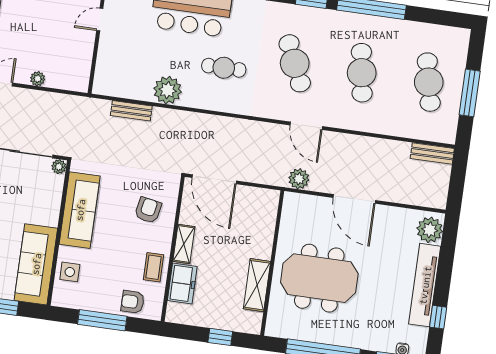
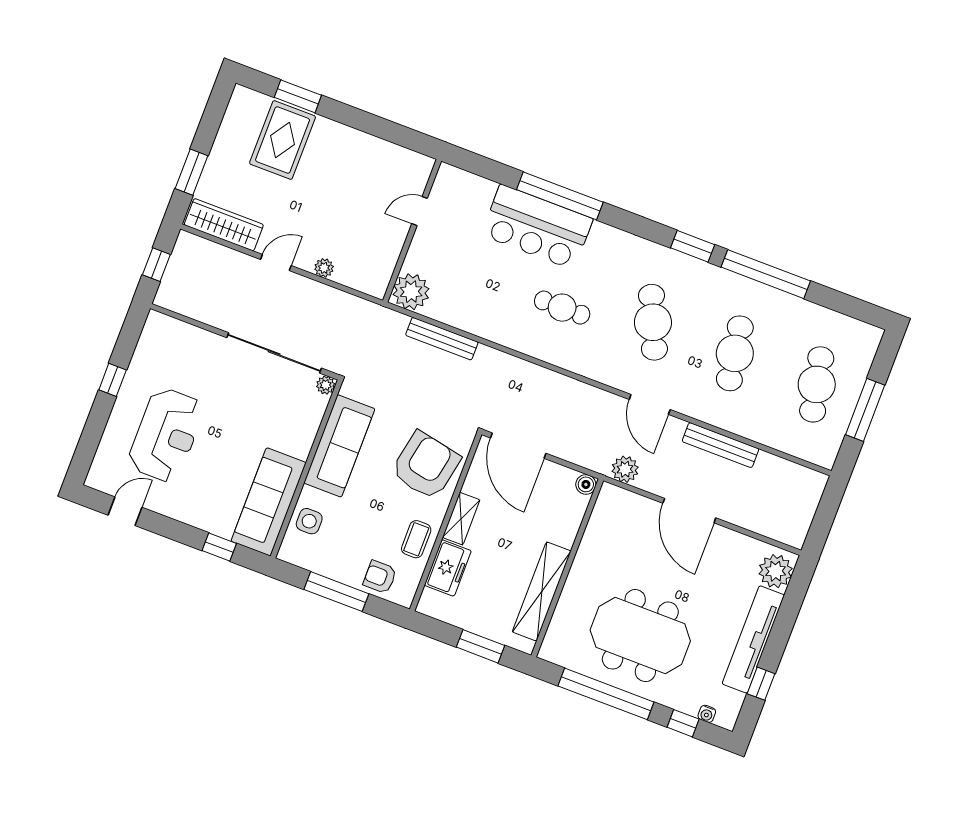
plant: (168, 90) -> (411, 292), moved
bench: (131, 111) -> (442, 339), width x1.36
bench: (432, 153) -> (720, 445), moved, width x1.36
boiler: (272, 197) -> (586, 484), added
armchair: (148, 210) -> (426, 465), width x1.88, depth x1.88
meeting table: (319, 278) -> (640, 636), moved
shelving: (257, 285) -> (542, 591), width x1.47
window: (220, 337) -> (481, 646), width x1.50

